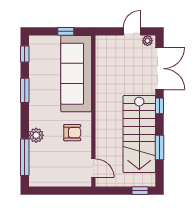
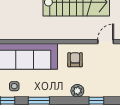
side table: (41, 62) -> (14, 86), added
window: (25, 157) -> (96, 101), width x0.46

